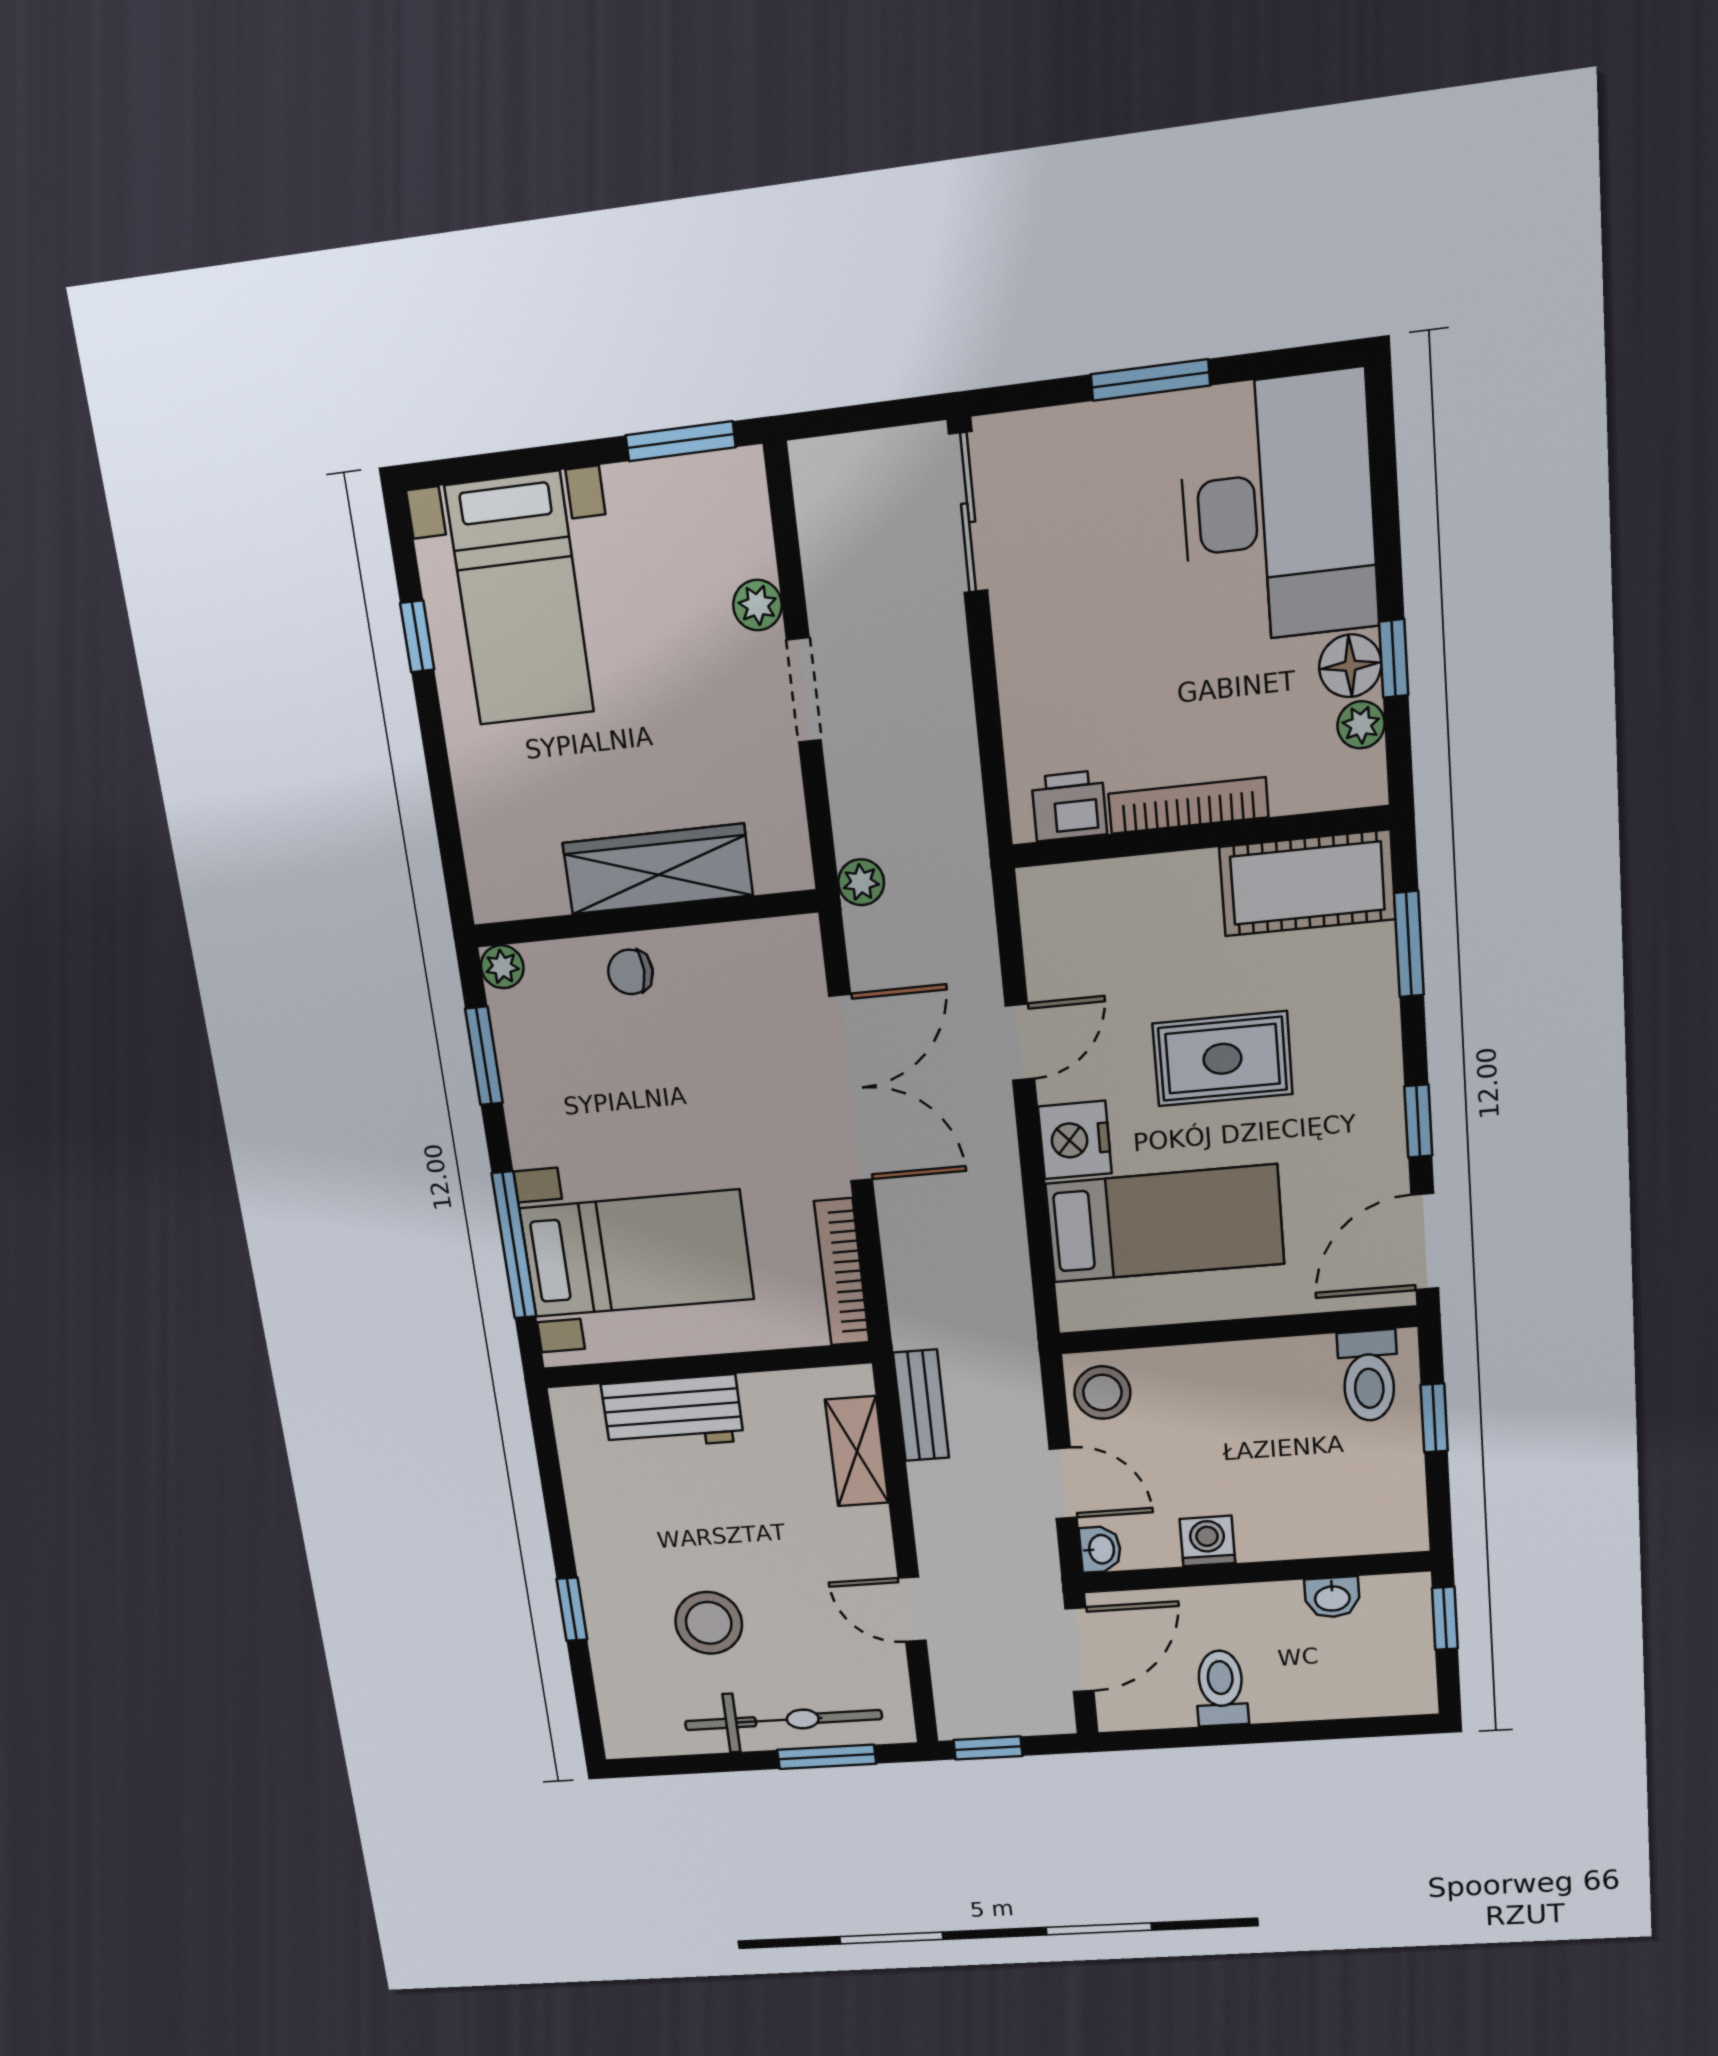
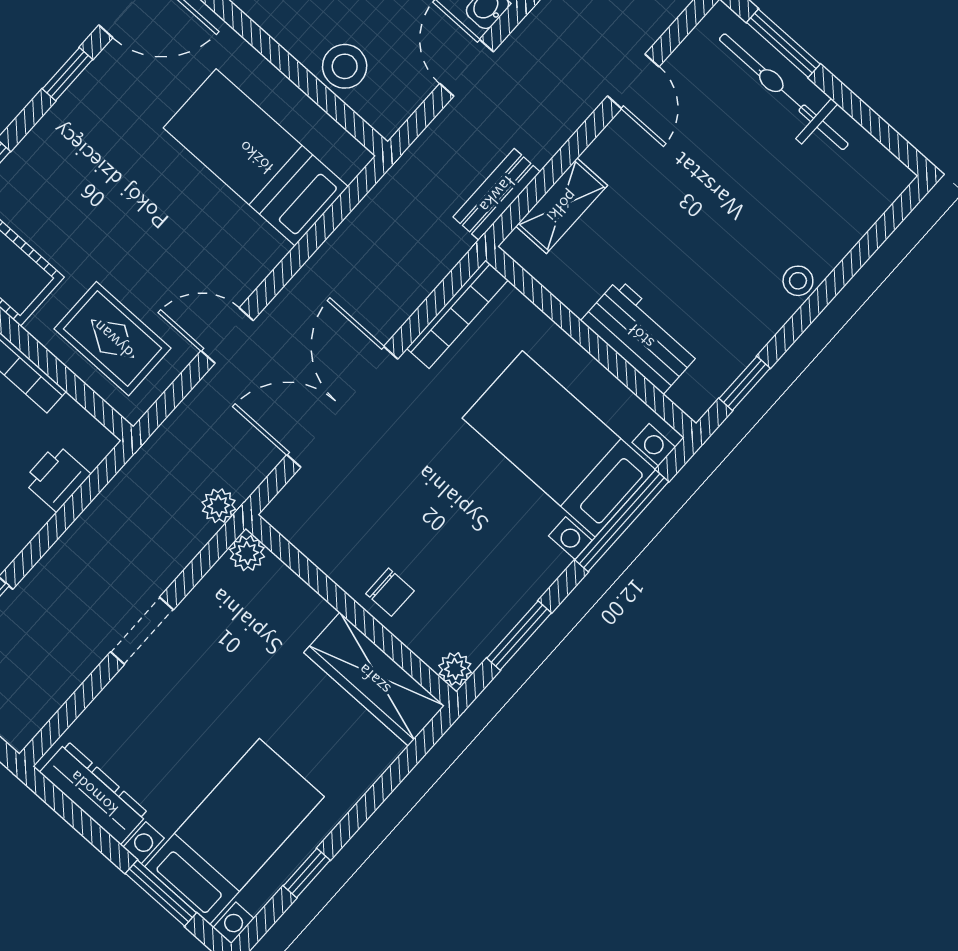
window: (681, 441) -> (161, 893), moved
dresser: (680, 486) -> (94, 793), added
plant: (757, 605) -> (247, 553), moved
printer: (1069, 806) -> (56, 478), moved, turned 90
wardrobe: (658, 869) -> (374, 679), moved
rug: (1222, 1059) -> (113, 339), moved
nightstand: (1075, 1140) -> (254, 253), removed
stool: (1102, 1393) -> (345, 66), moved
window: (572, 1609) -> (745, 383), moved
stool: (709, 1623) -> (798, 281), moved, width x0.53, depth x0.53

